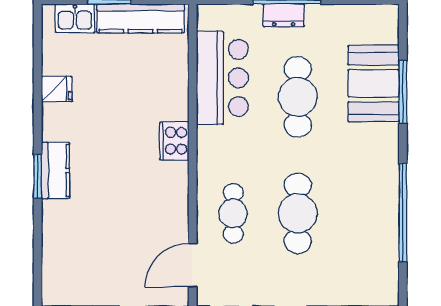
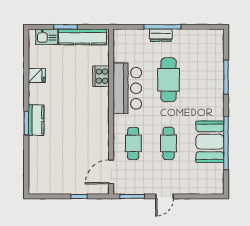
bar counter: (222, 78) -> (127, 88), moved
booth: (374, 83) -> (210, 142), moved
cooker: (174, 141) -> (101, 76), moved
cafe table: (298, 213) -> (169, 143), width x0.73, depth x0.74

